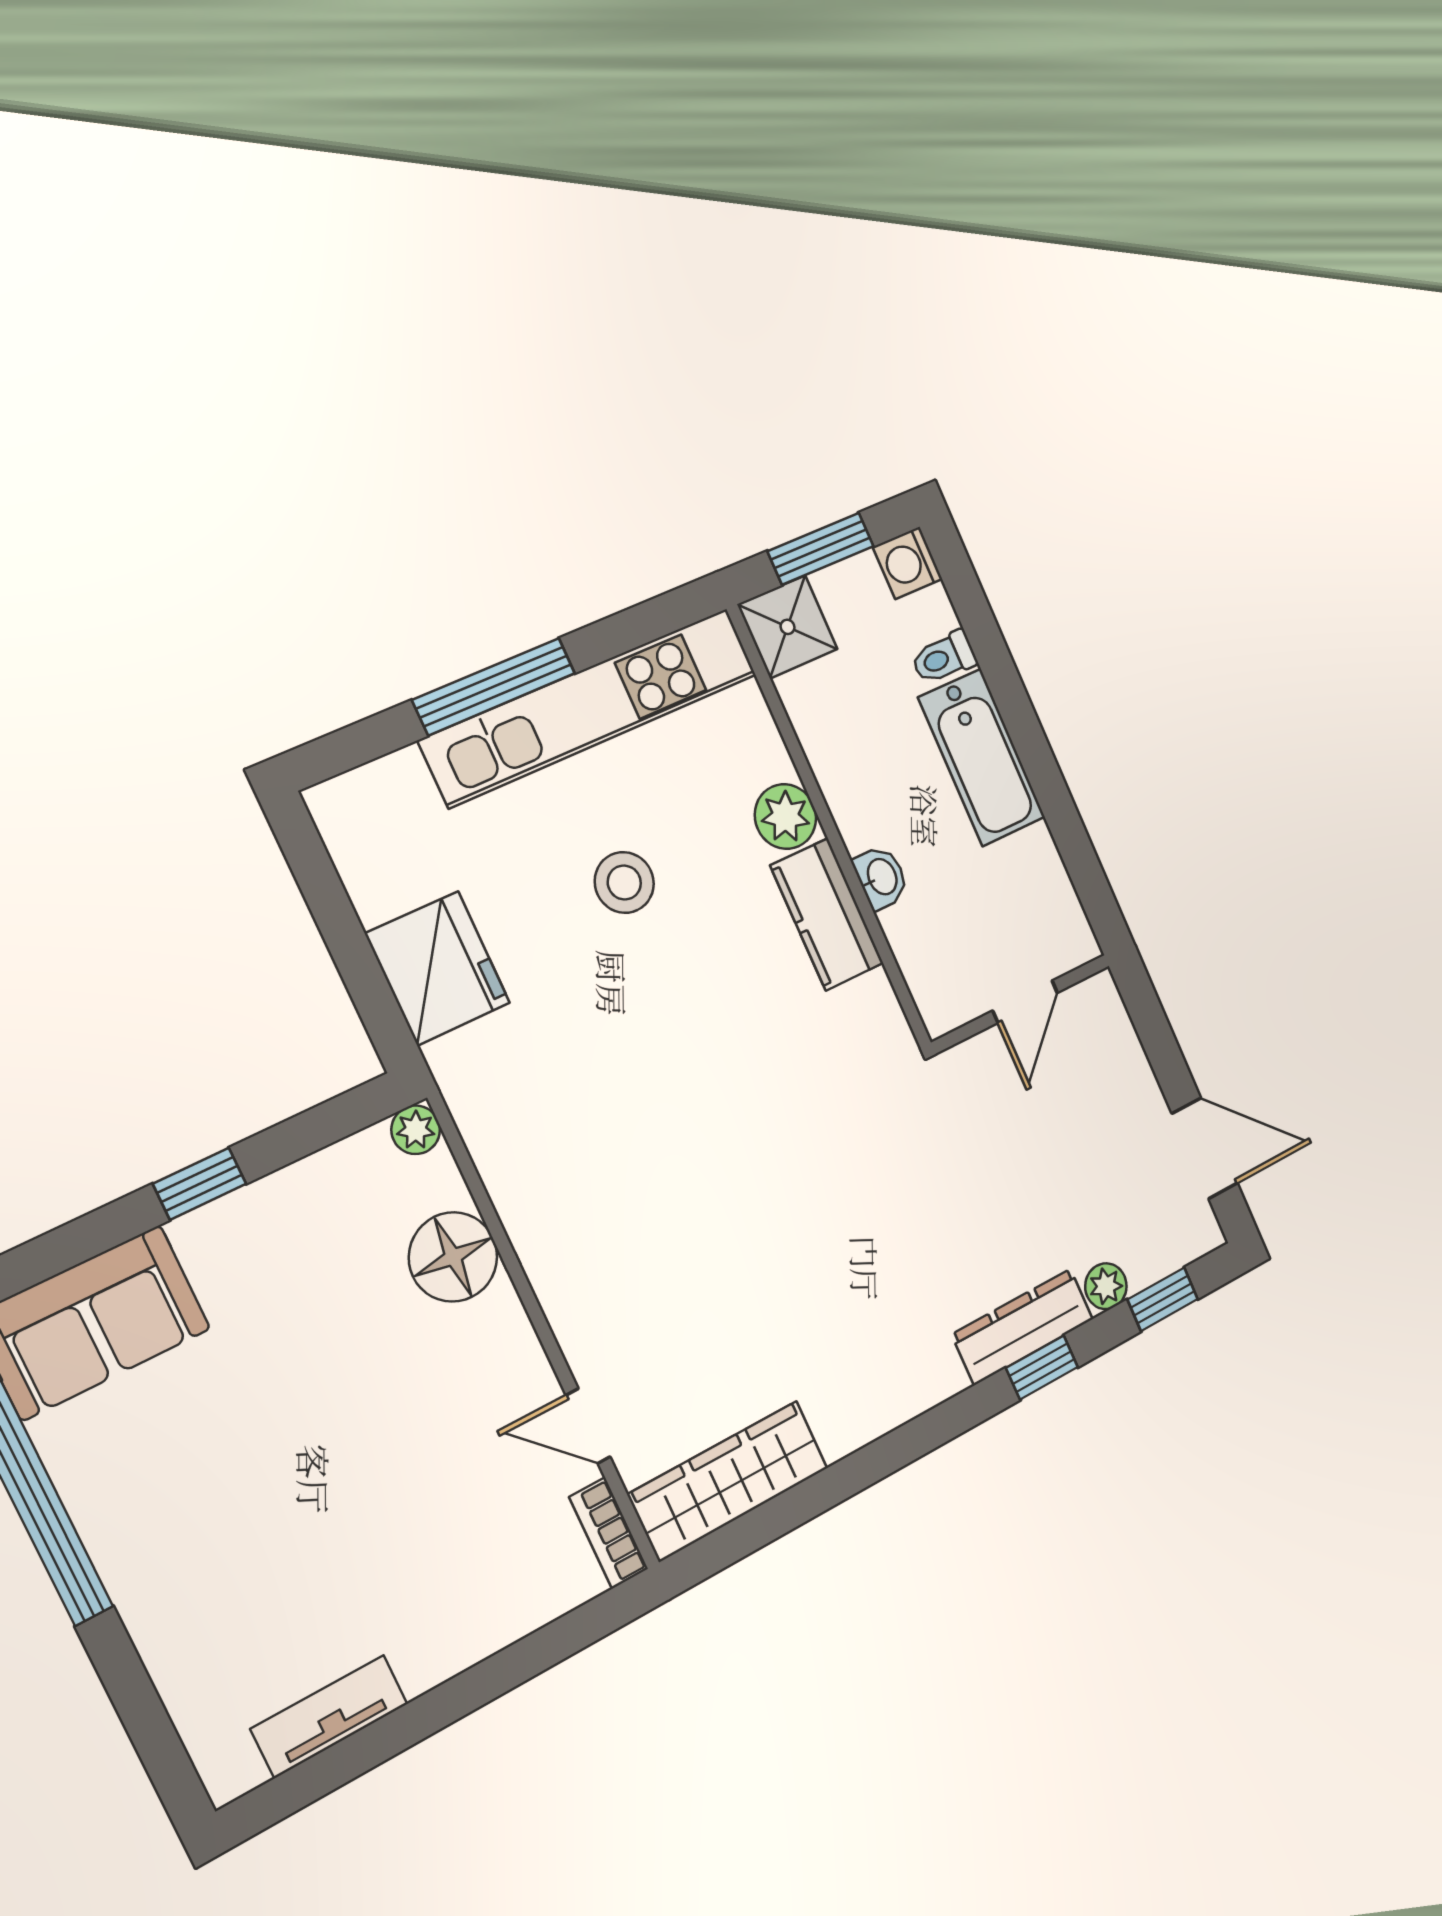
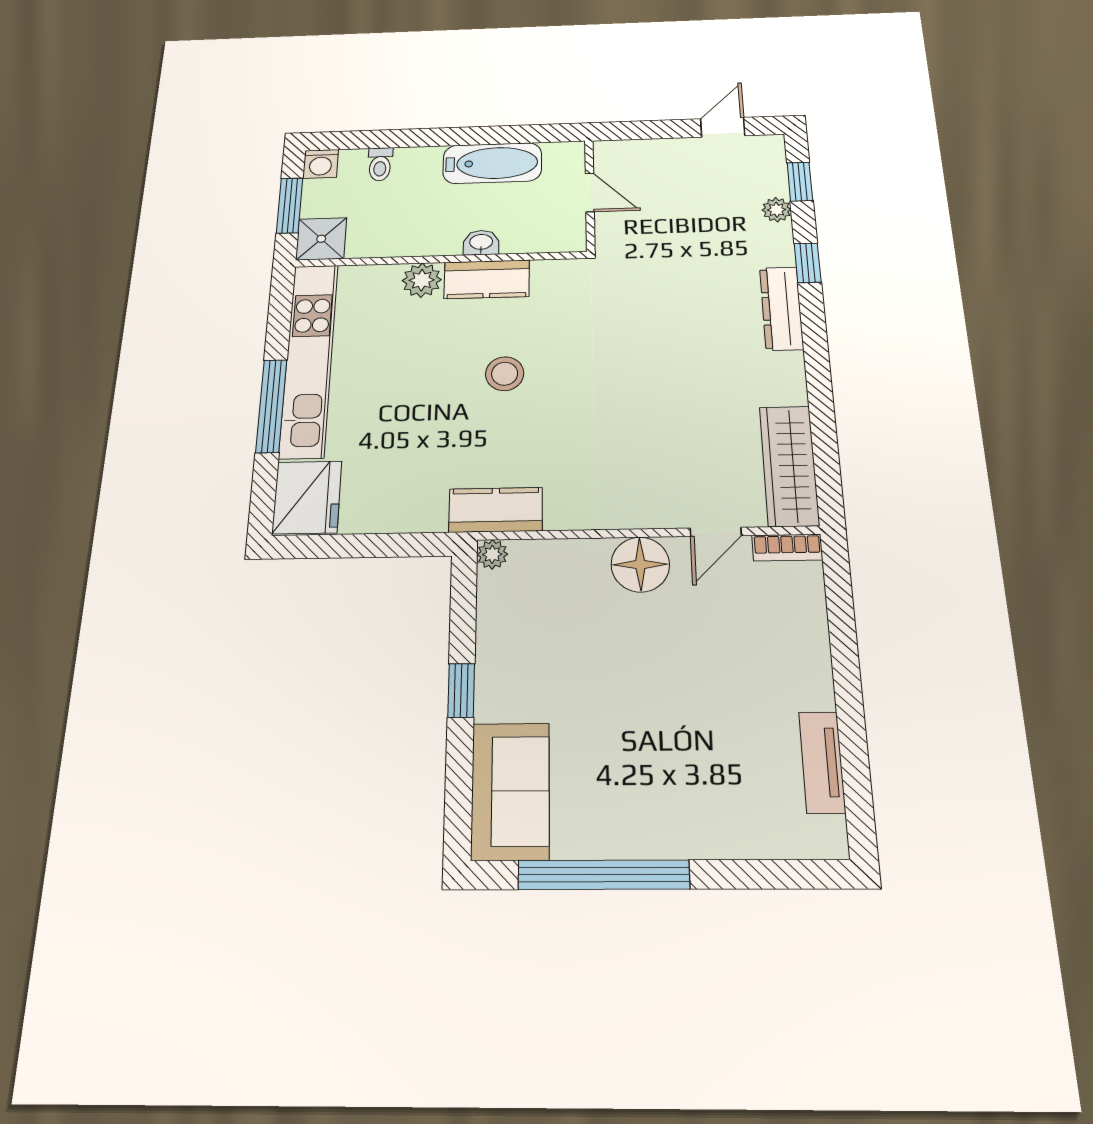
bathtub: (982, 757) -> (492, 163), moved
stool: (624, 883) -> (505, 374), moved
fridge: (438, 968) -> (307, 497), moved, turned 90
kitchen counter: (483, 1102) -> (496, 510), added
door: (1205, 1148) -> (723, 127), width x0.73
floor lamp: (453, 1257) -> (640, 564), moved
dresser: (1023, 1327) -> (782, 308), moved

